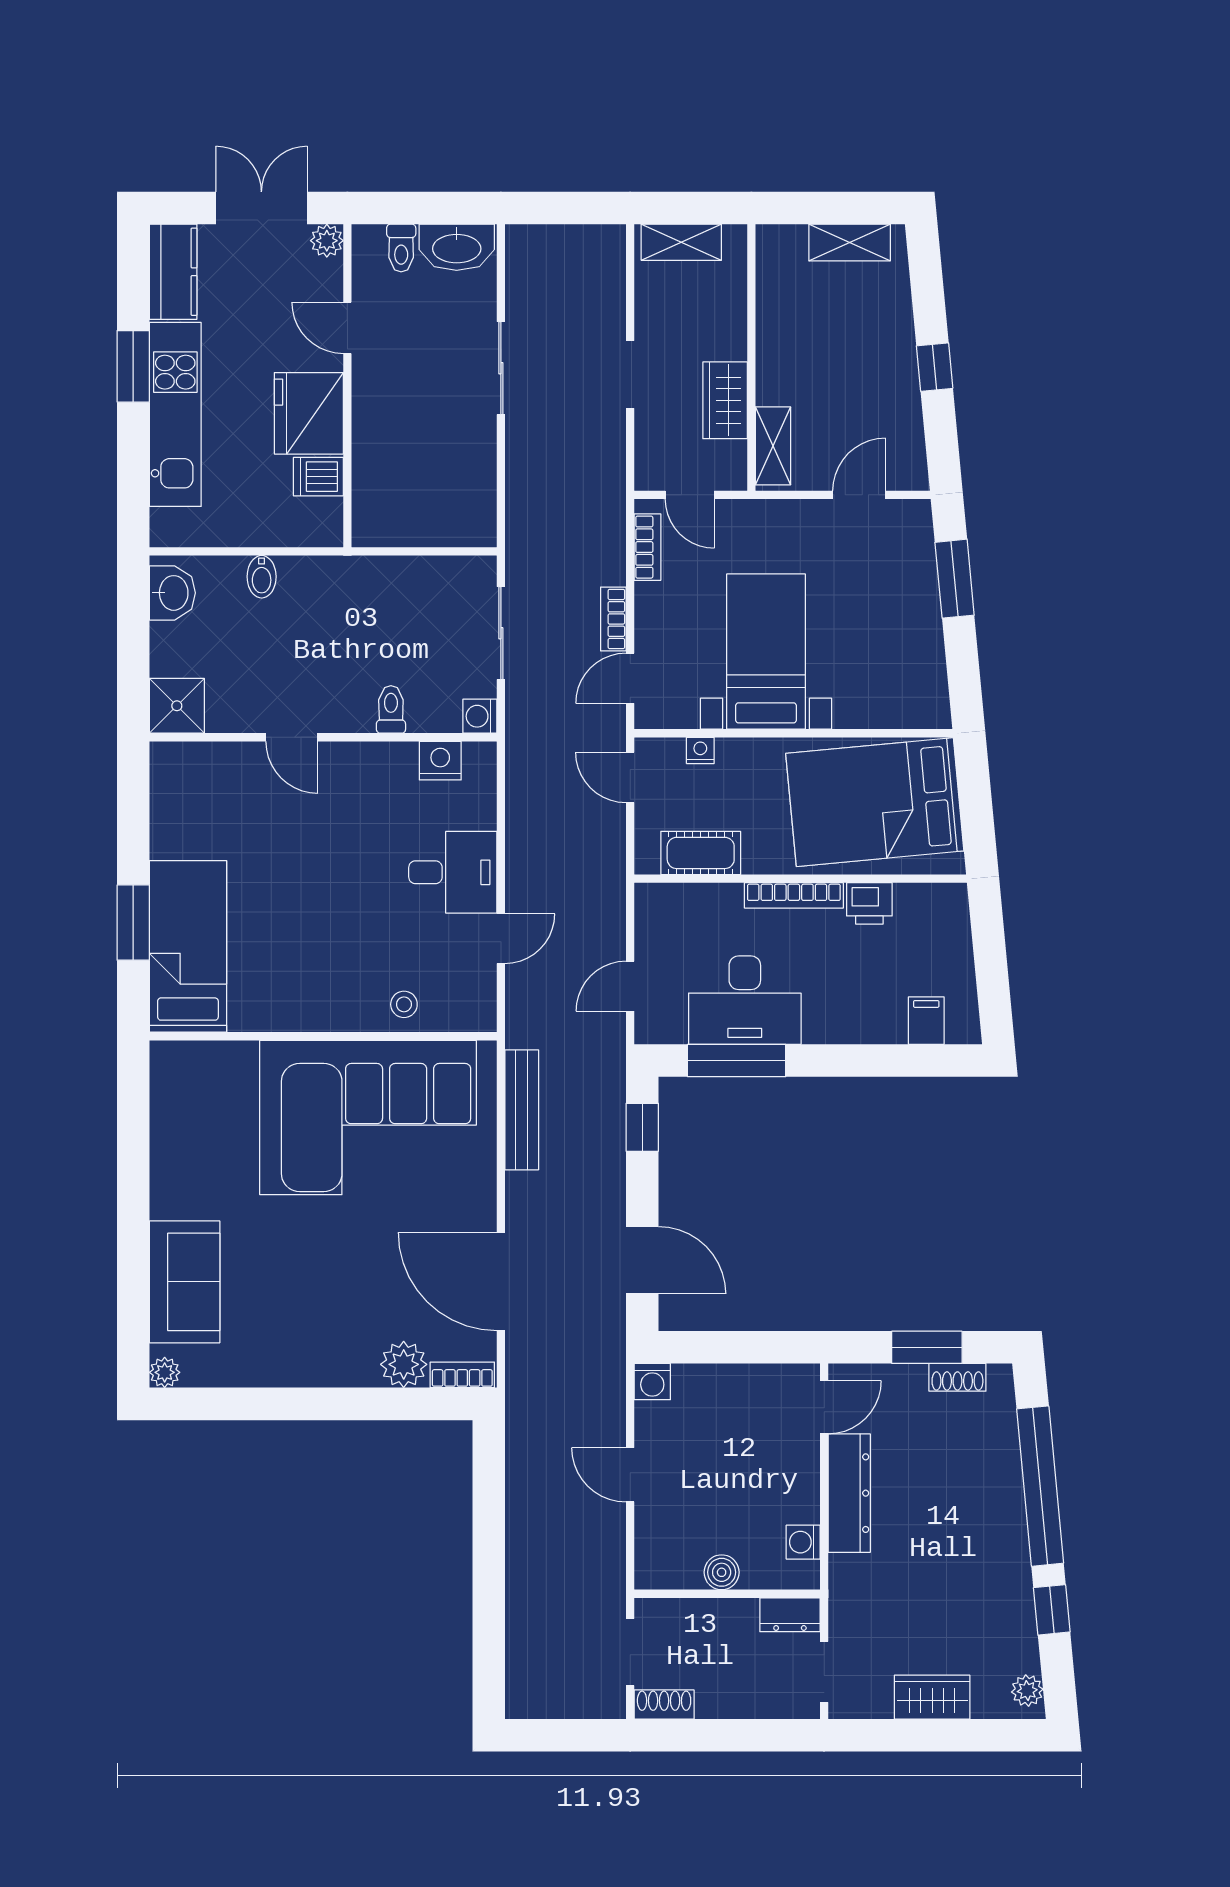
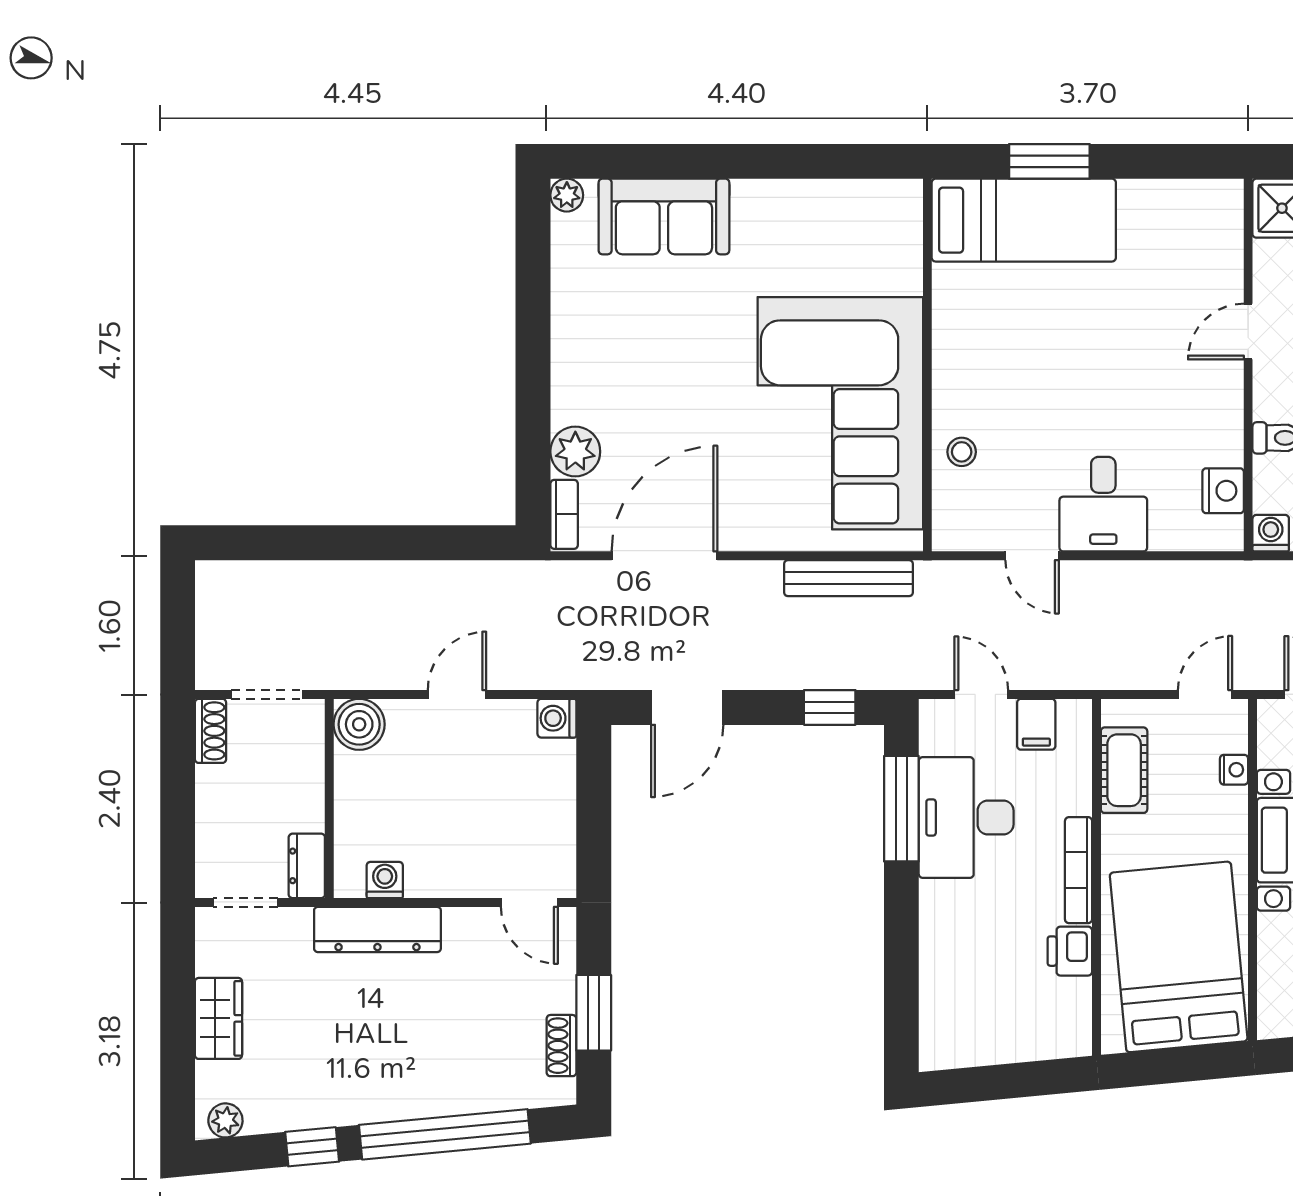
filing cabinet: (926, 1021) -> (1036, 724), moved, turned 90
dresser: (849, 1493) -> (377, 929), moved
boiler: (722, 1572) -> (359, 724), moved, width x1.36, depth x1.36

